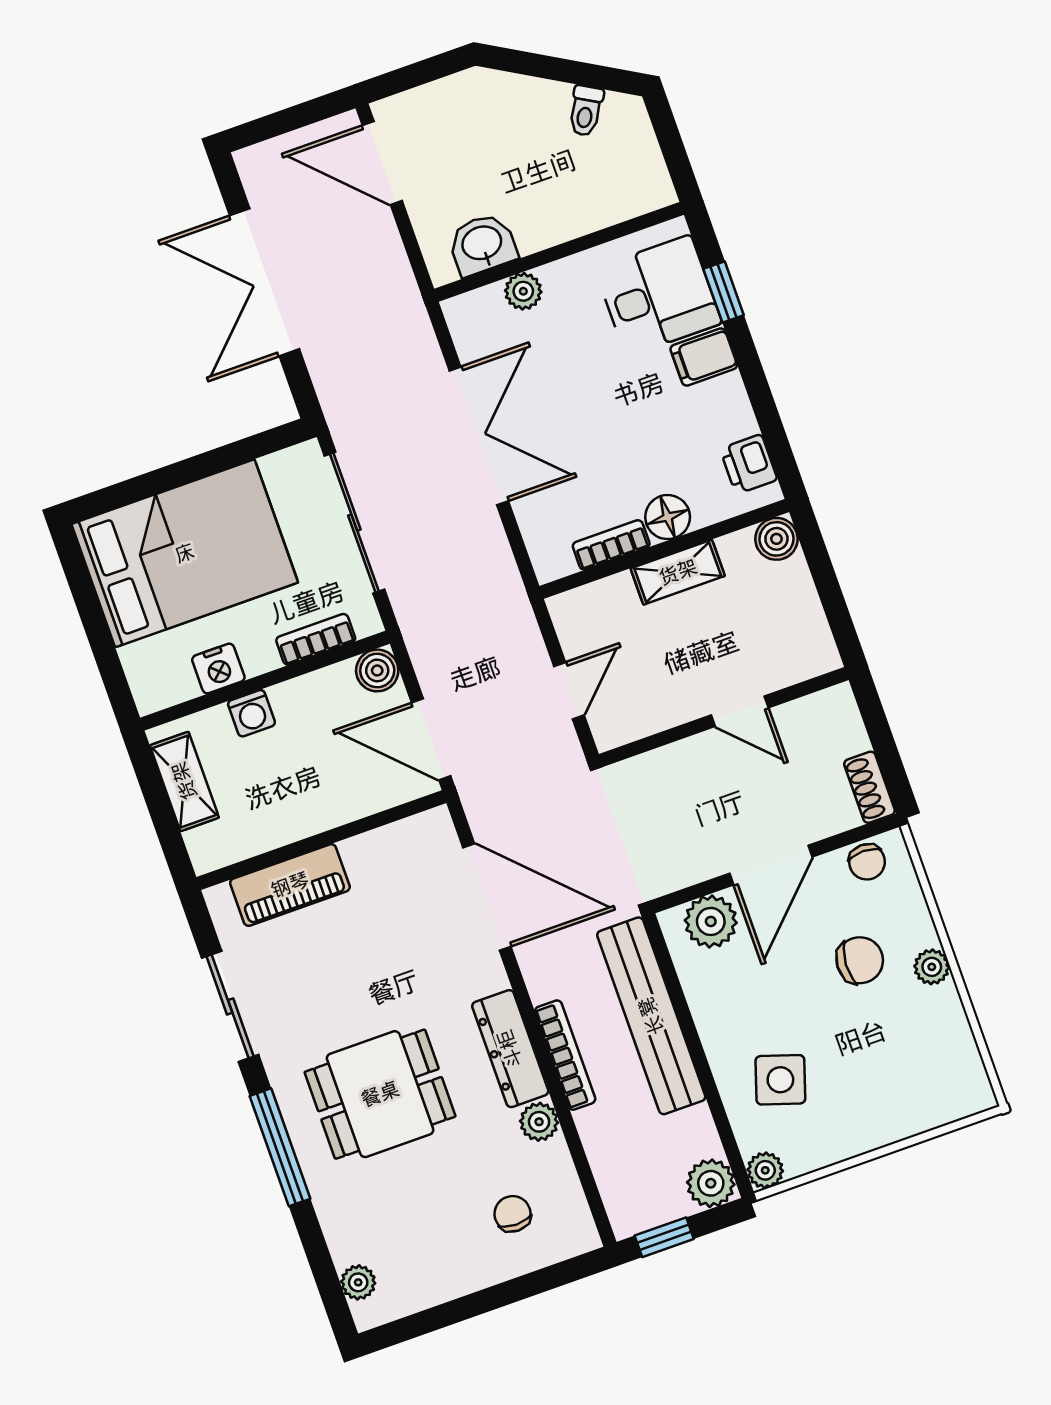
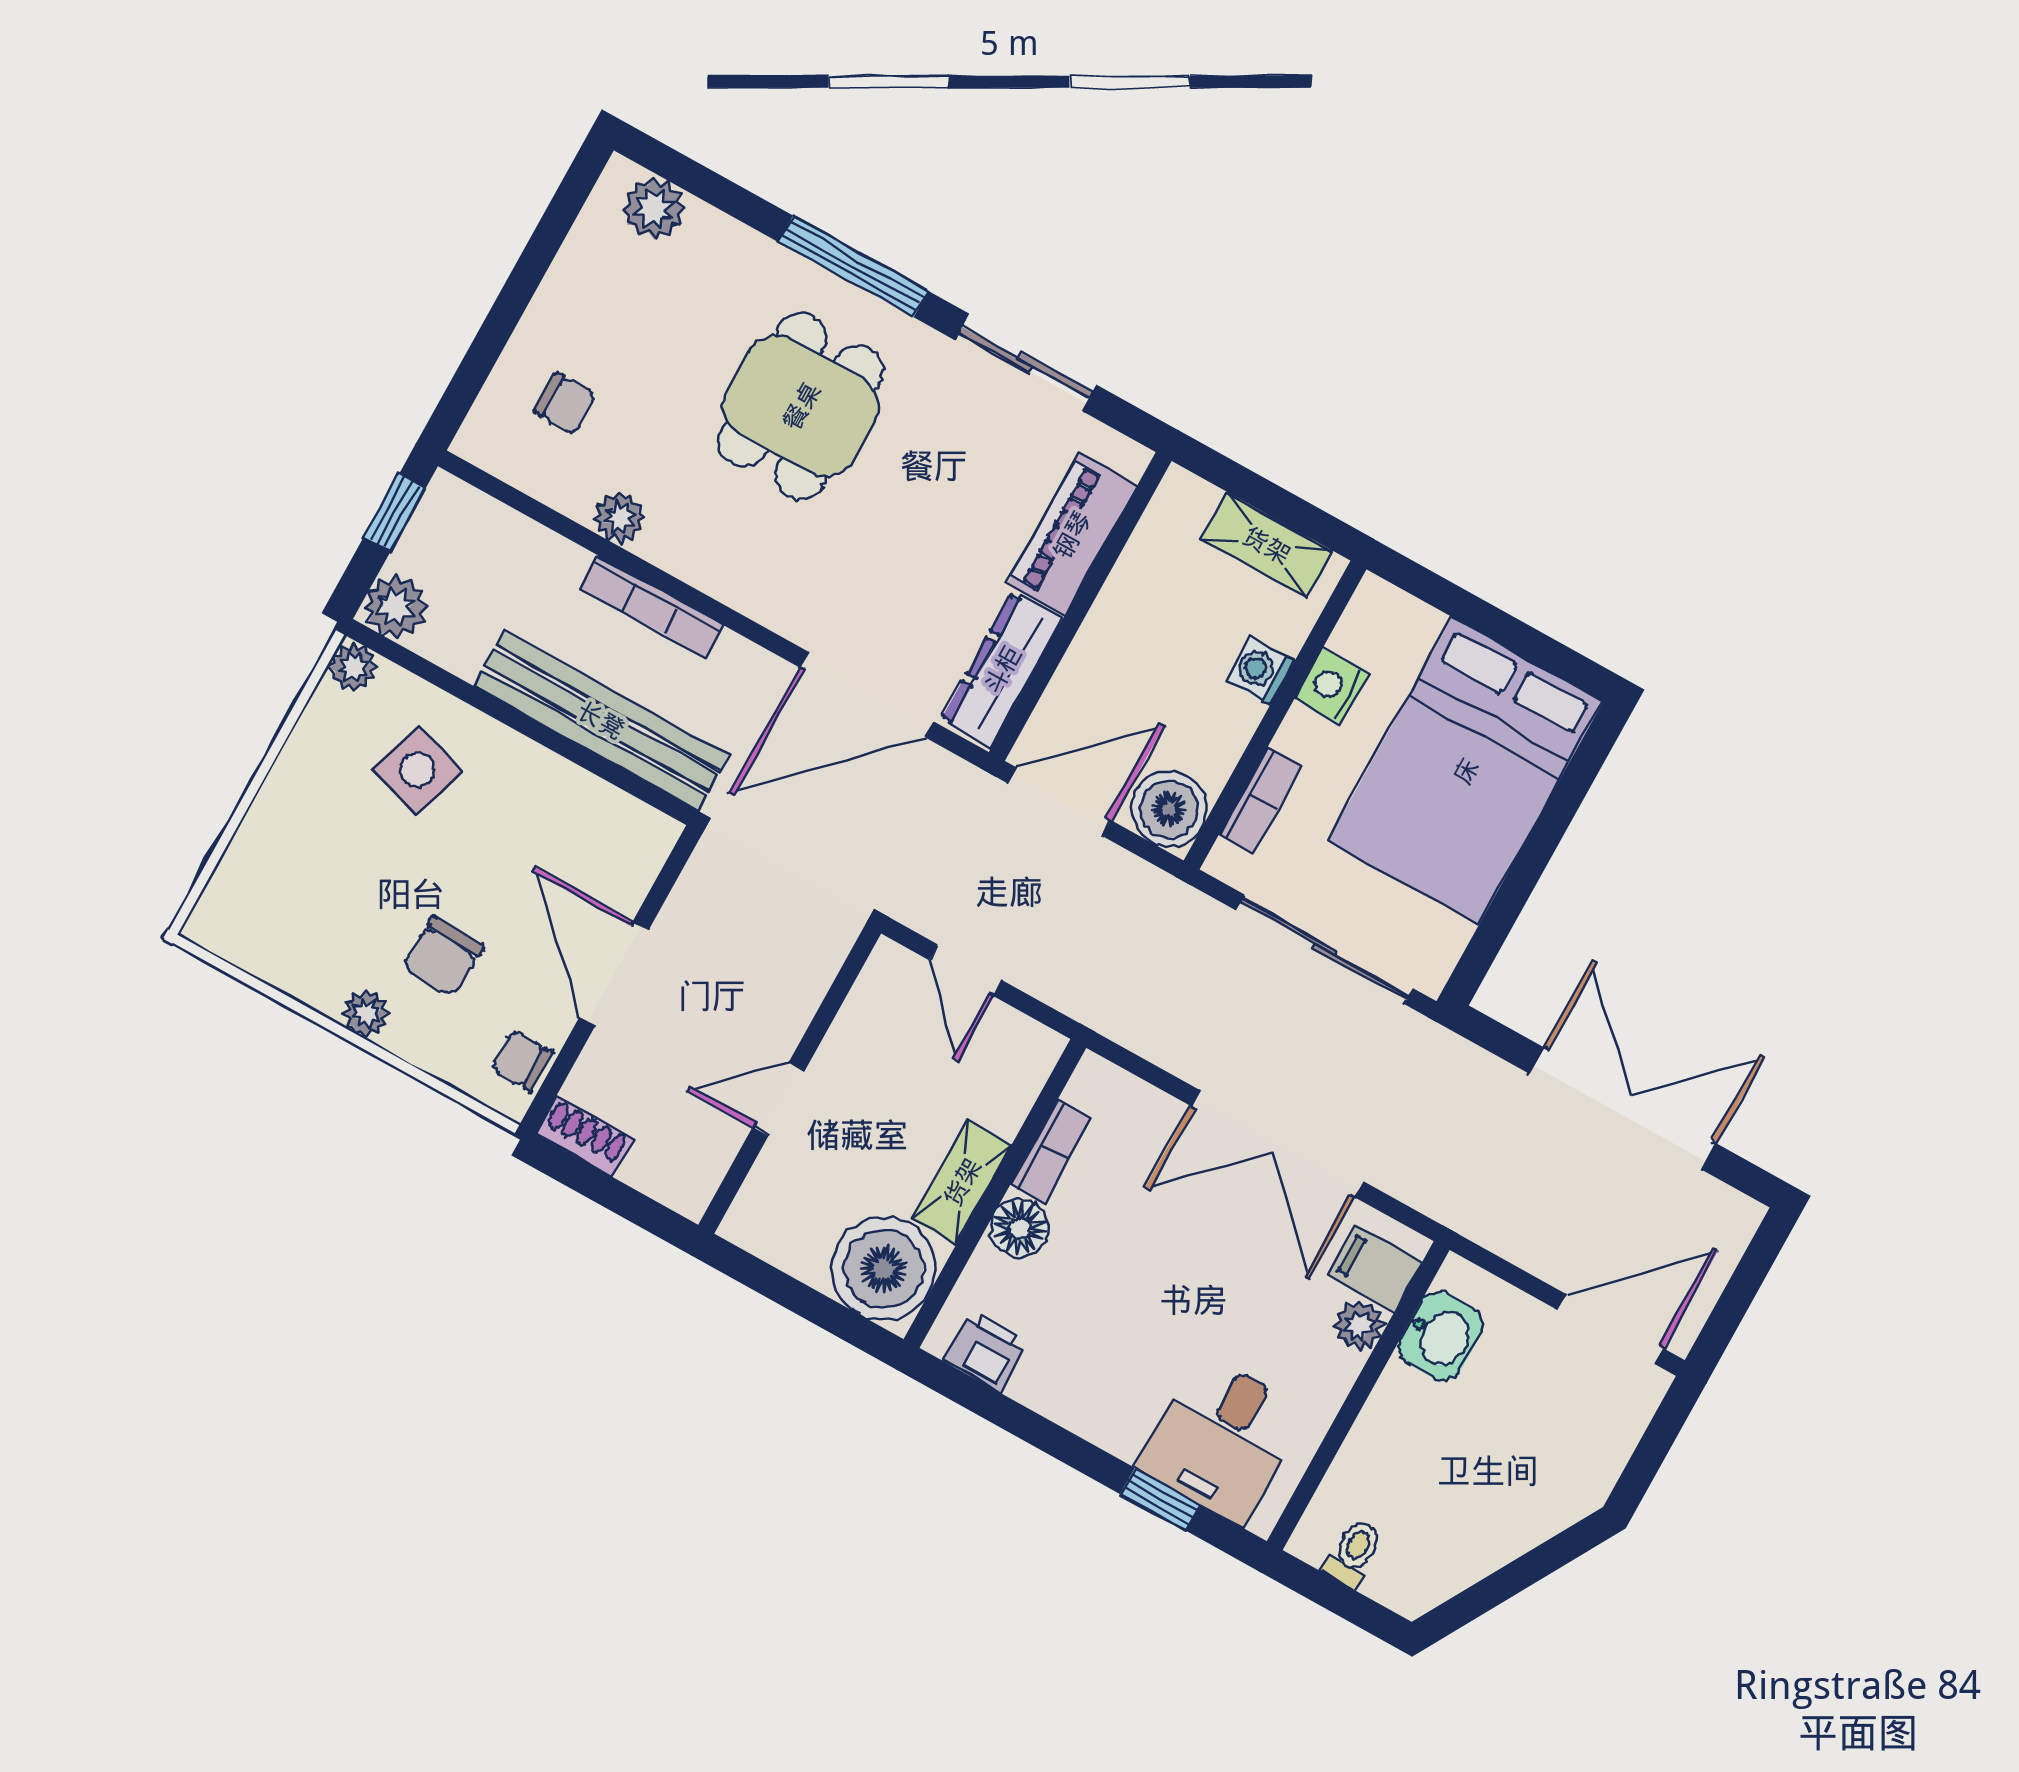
toilet: (586, 111) -> (1354, 1553), moved, turned 60
filing cabinet: (704, 357) -> (1375, 1268), moved, turned -90
boiler: (776, 539) -> (884, 1269), width x1.86, depth x1.86
boiler: (377, 670) -> (1169, 809), width x1.36, depth x1.36
plant: (711, 921) -> (624, 866), removed
dresser: (510, 1049) -> (1002, 670), moved, turned -90
plant: (358, 1282) -> (654, 209), width x1.38, depth x1.38

